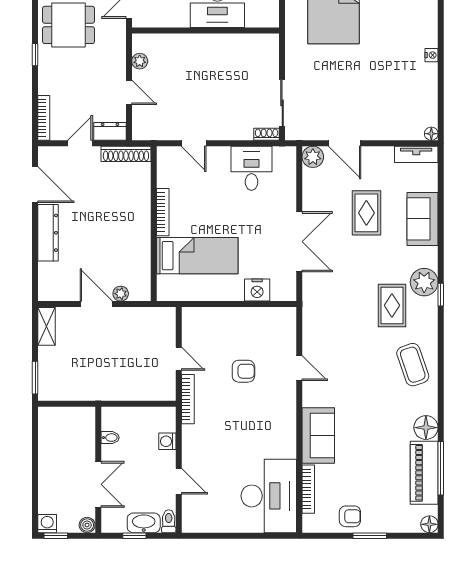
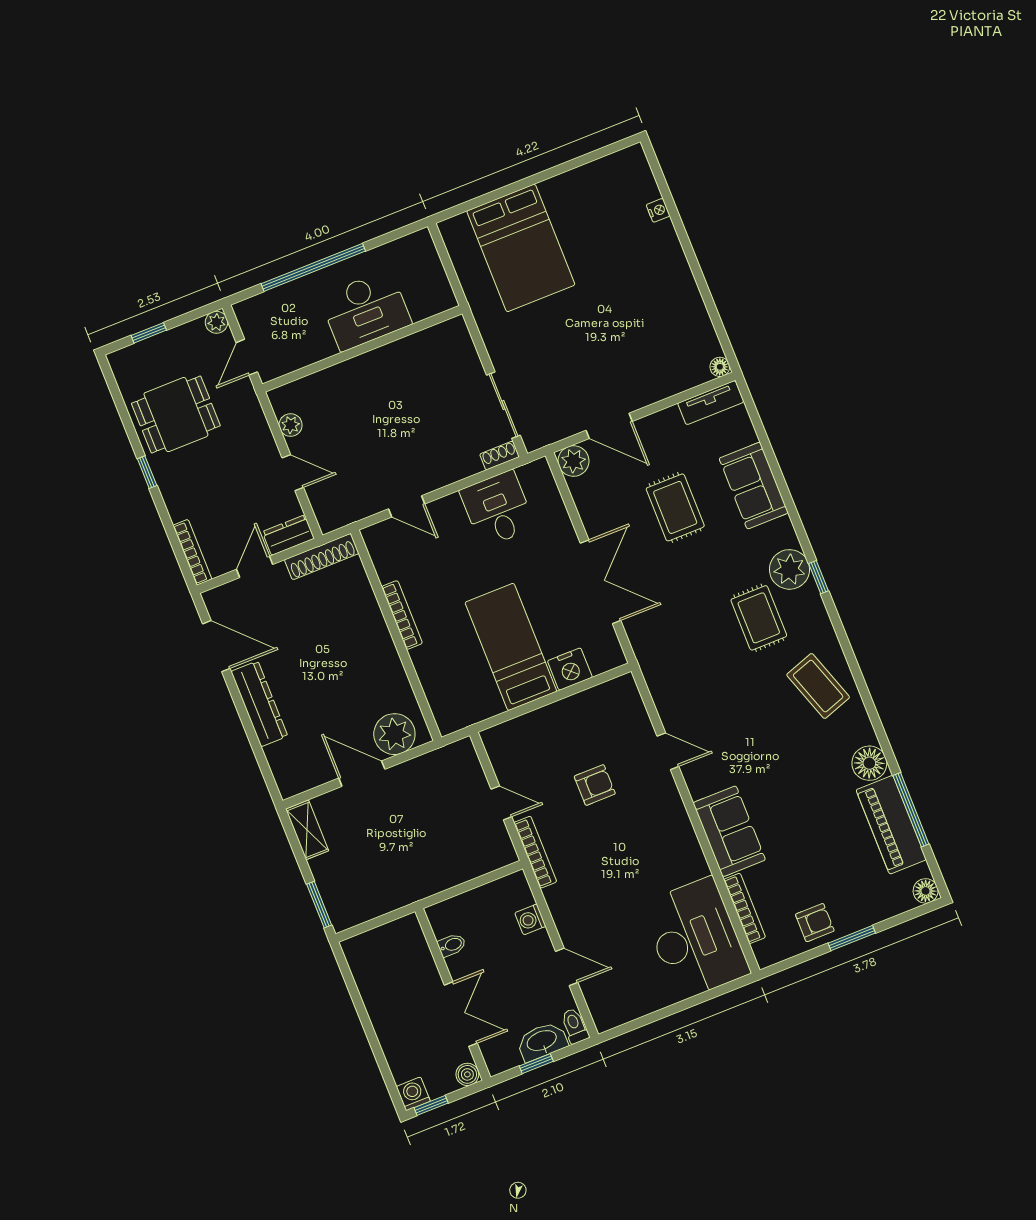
nightstand: (432, 55) -> (658, 210), moved
bed: (197, 256) -> (511, 647), moved, turned -90
plant: (121, 294) -> (394, 734), width x1.88, depth x1.88

